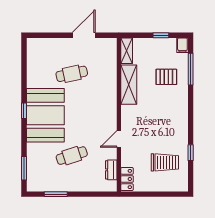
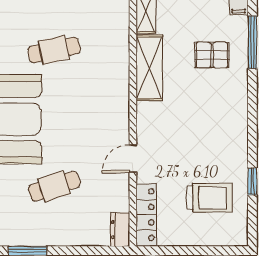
dresser: (111, 170) -> (120, 230), moved
locker: (127, 179) -> (146, 215), width x1.53

